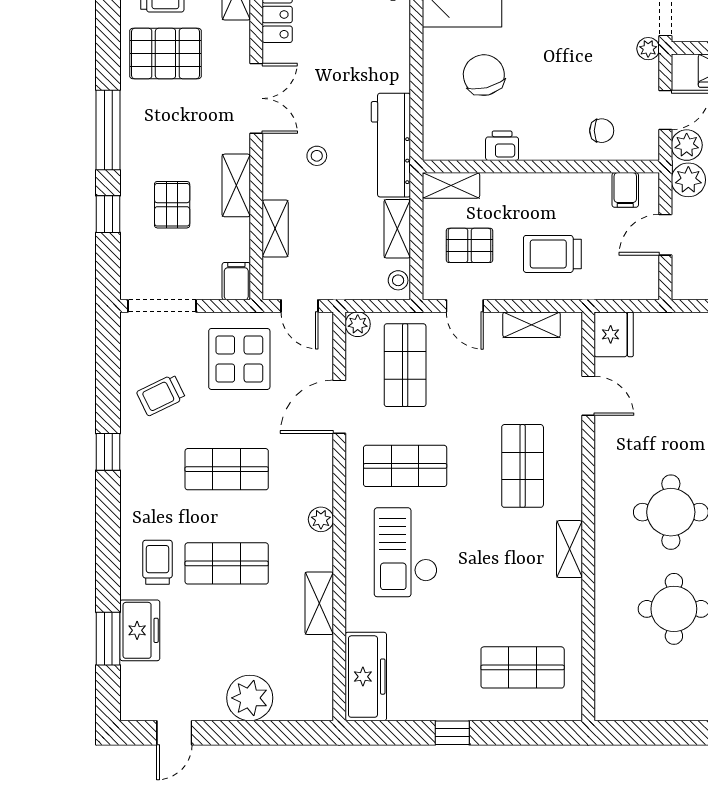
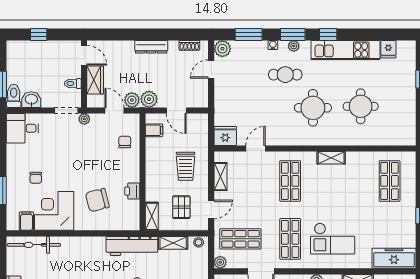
shop shelf: (523, 466) -> (290, 181), turned 90

